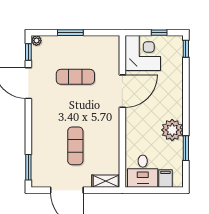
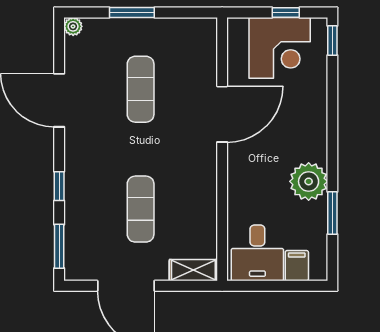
window: (28, 52) -> (59, 186), moved
corner desk: (143, 53) -> (280, 48), moved, turned 90
exercise mat: (75, 77) -> (141, 89), turned 90

